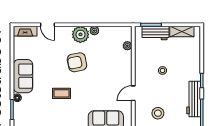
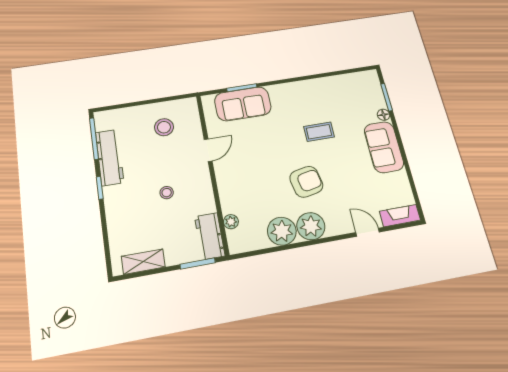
plant: (94, 31) -> (282, 231), width x1.87, depth x1.87
workbench: (156, 33) -> (210, 236), moved, turned -90

